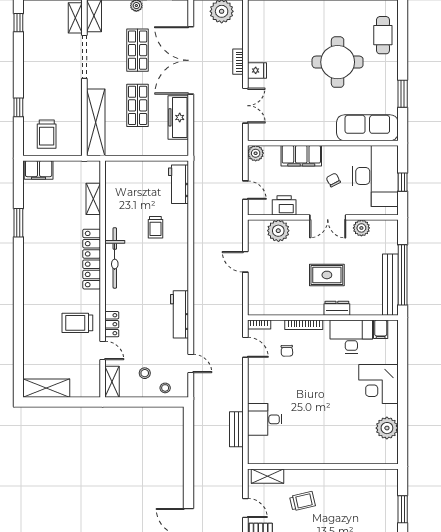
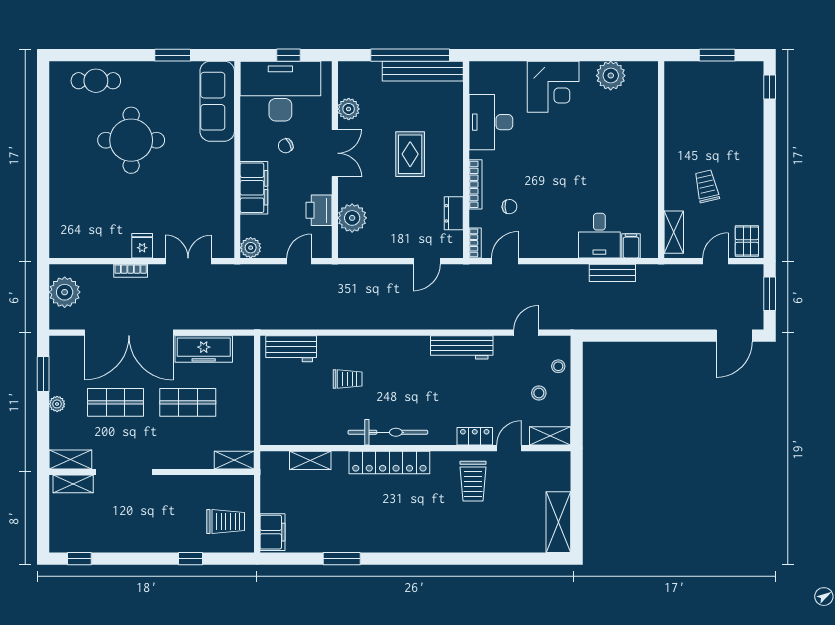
shelving: (96, 122) -> (234, 460), width x0.45, depth x0.75
door: (245, 262) -> (427, 261), moved
dresser: (337, 308) -> (454, 213), moved
filing cabinet: (381, 329) -> (631, 246), moved, turned -90

